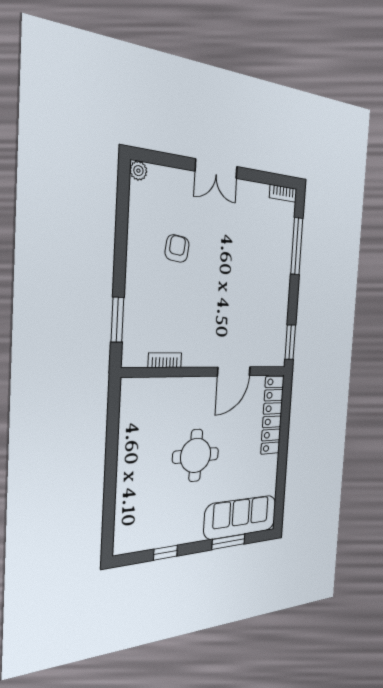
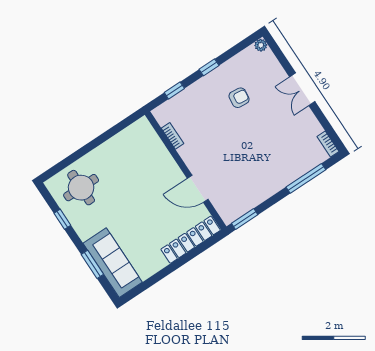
window: (120, 255) -> (209, 67), added
window: (117, 320) -> (174, 90), width x0.67
round table: (196, 455) -> (81, 188), moved

